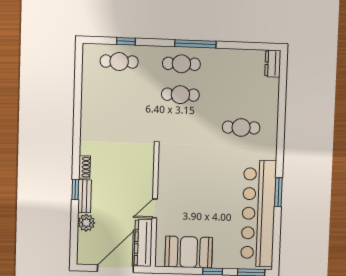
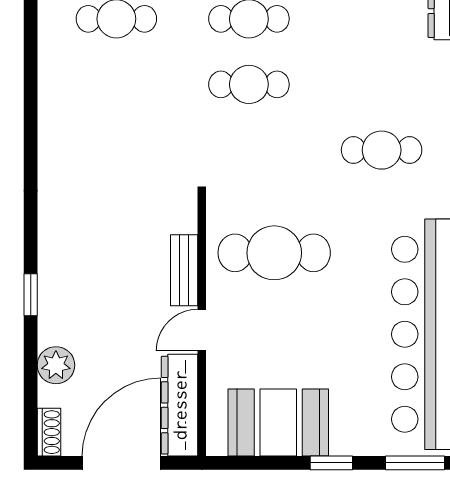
shoe rack: (84, 167) -> (49, 432), moved
cafe table: (190, 174) -> (274, 253), added
bench: (85, 196) -> (184, 270), moved

